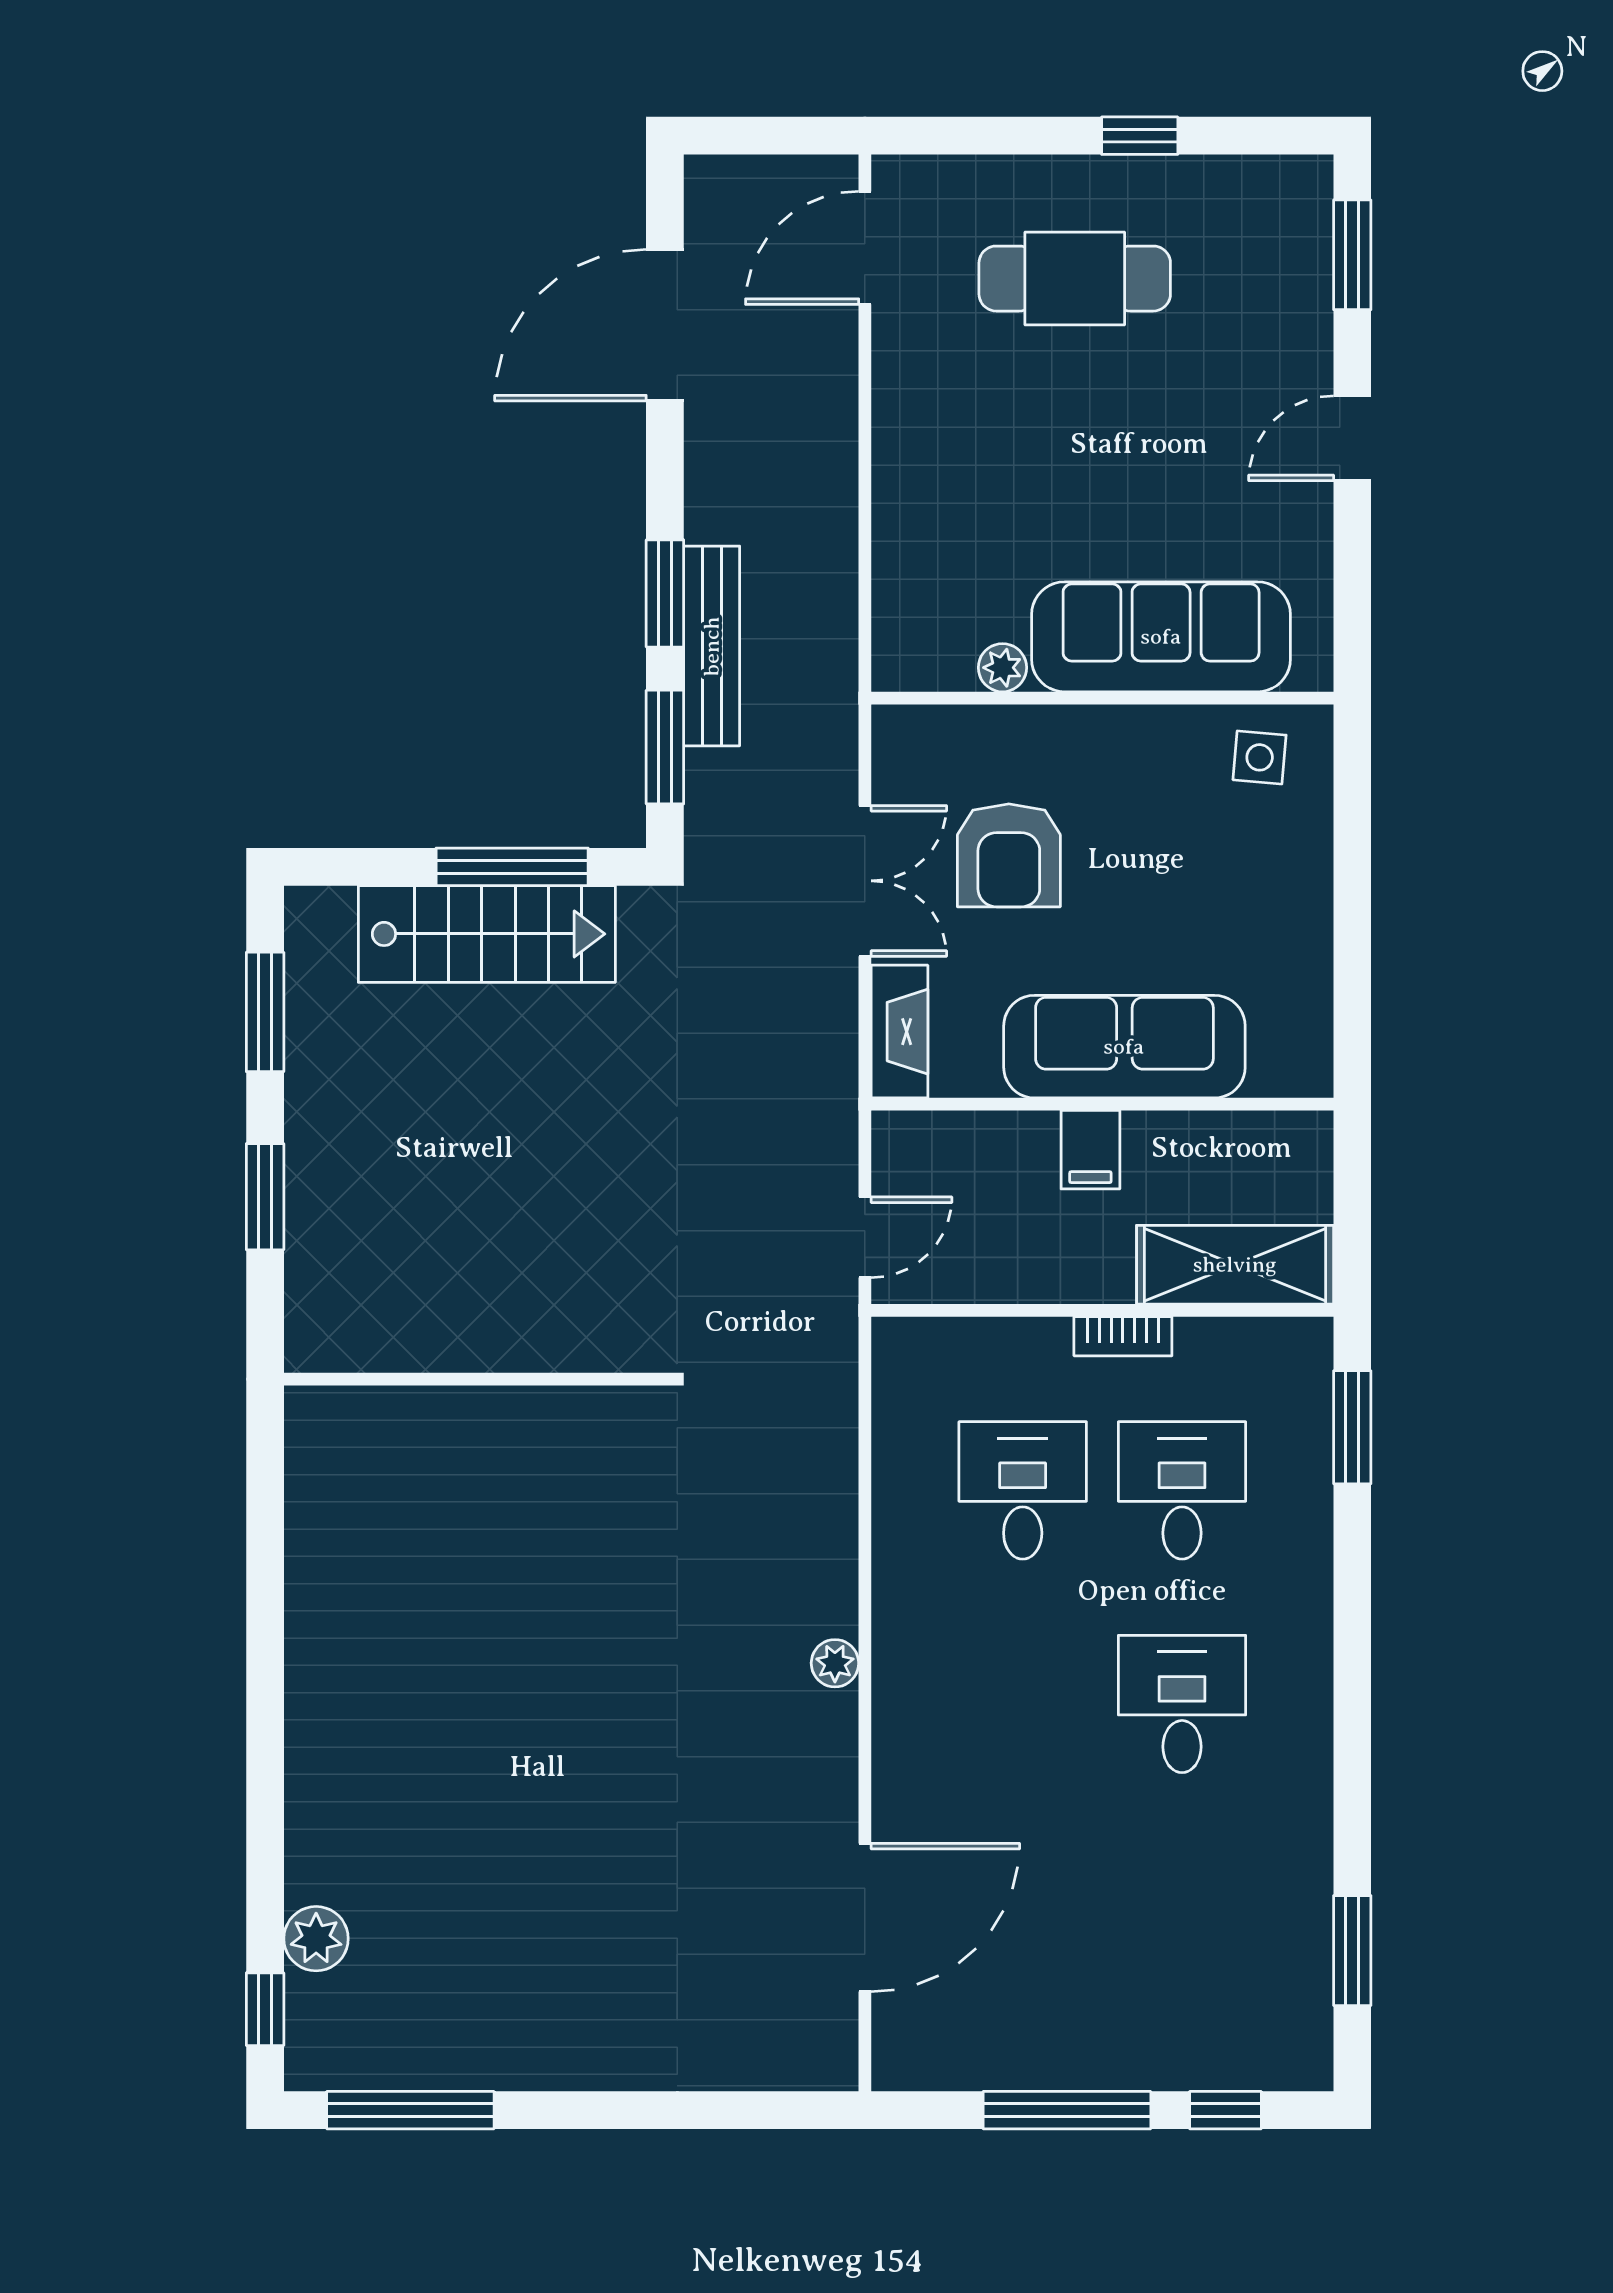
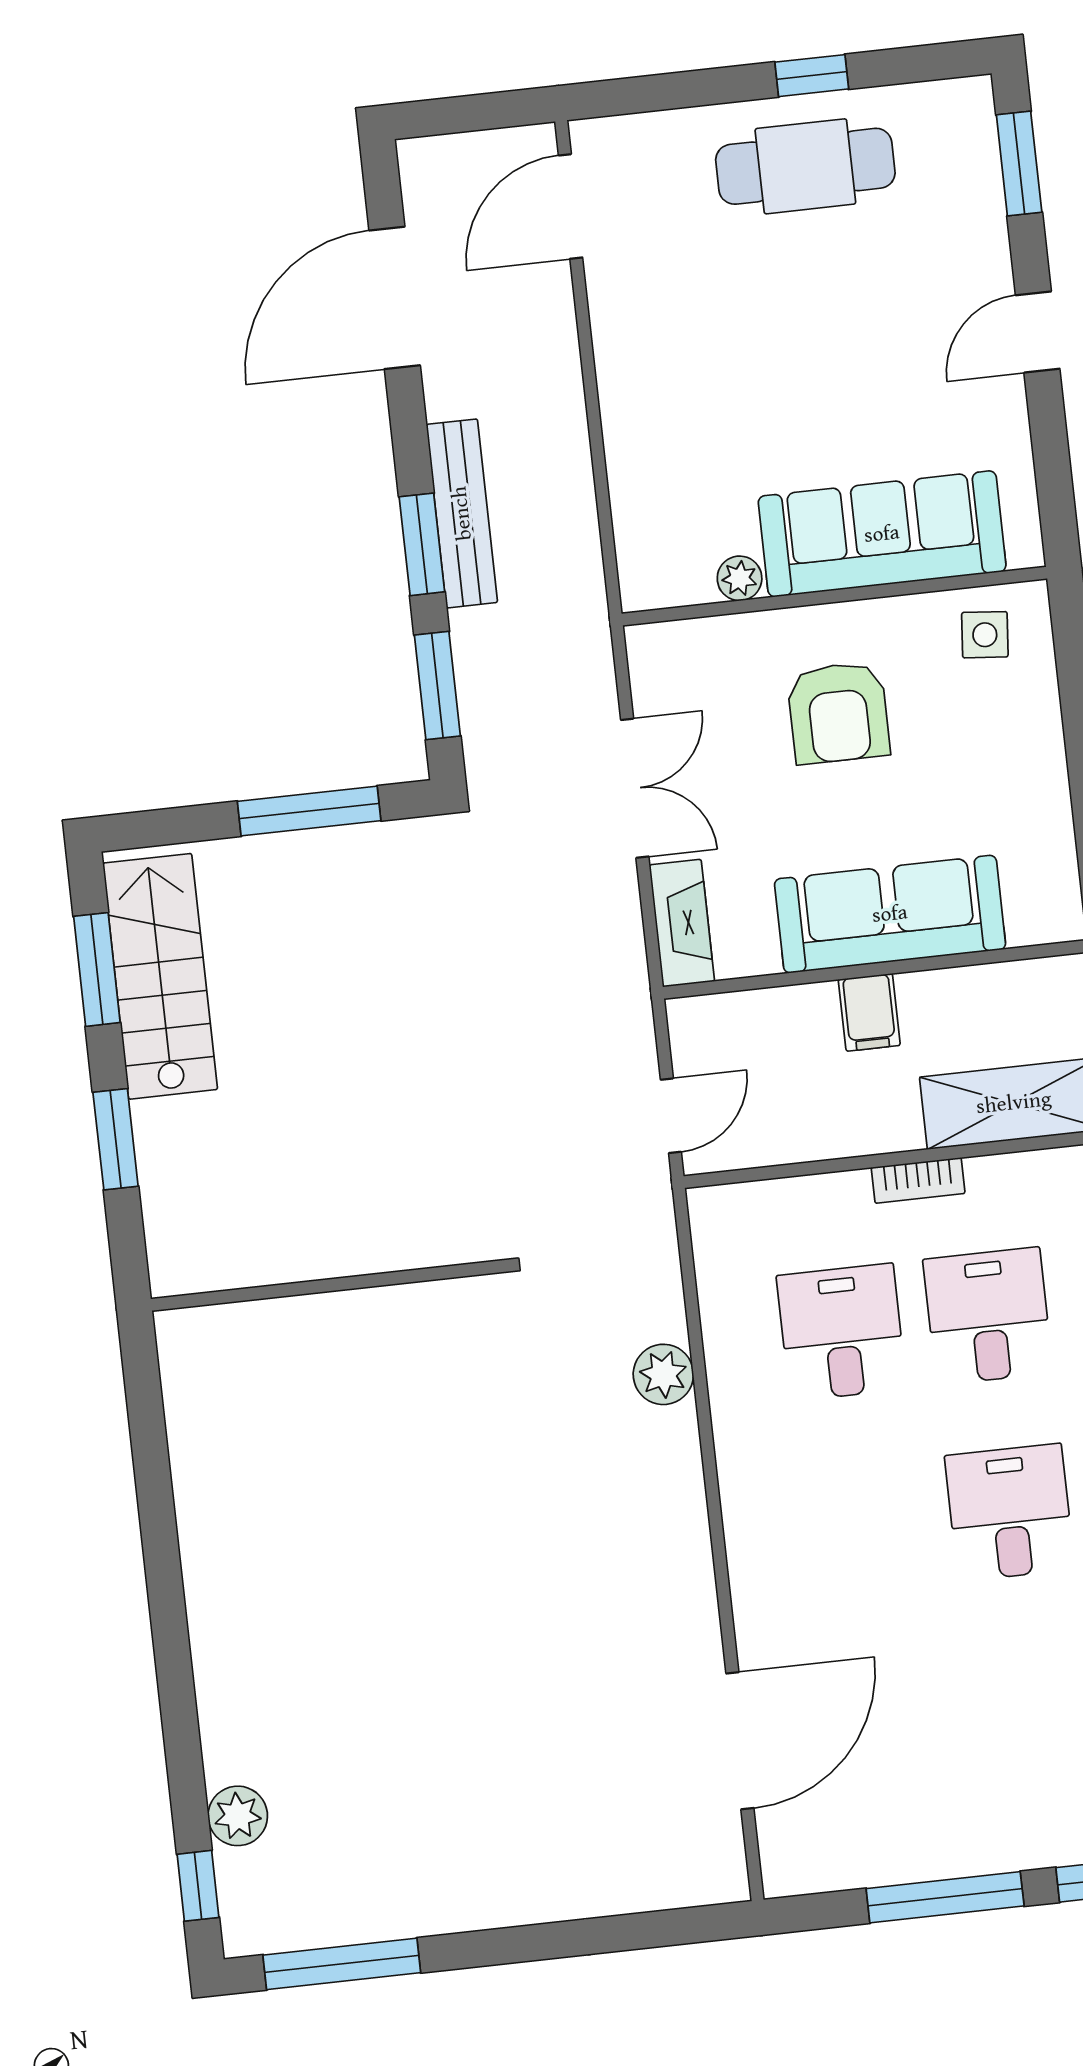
cafe table: (1075, 279) -> (805, 166), moved
bench: (712, 646) -> (462, 513), moved
armchair: (1009, 855) -> (838, 713), moved
stairs: (487, 934) -> (160, 976), moved, turned -90
plant: (835, 1663) -> (663, 1374), moved, width x1.38, depth x1.38

